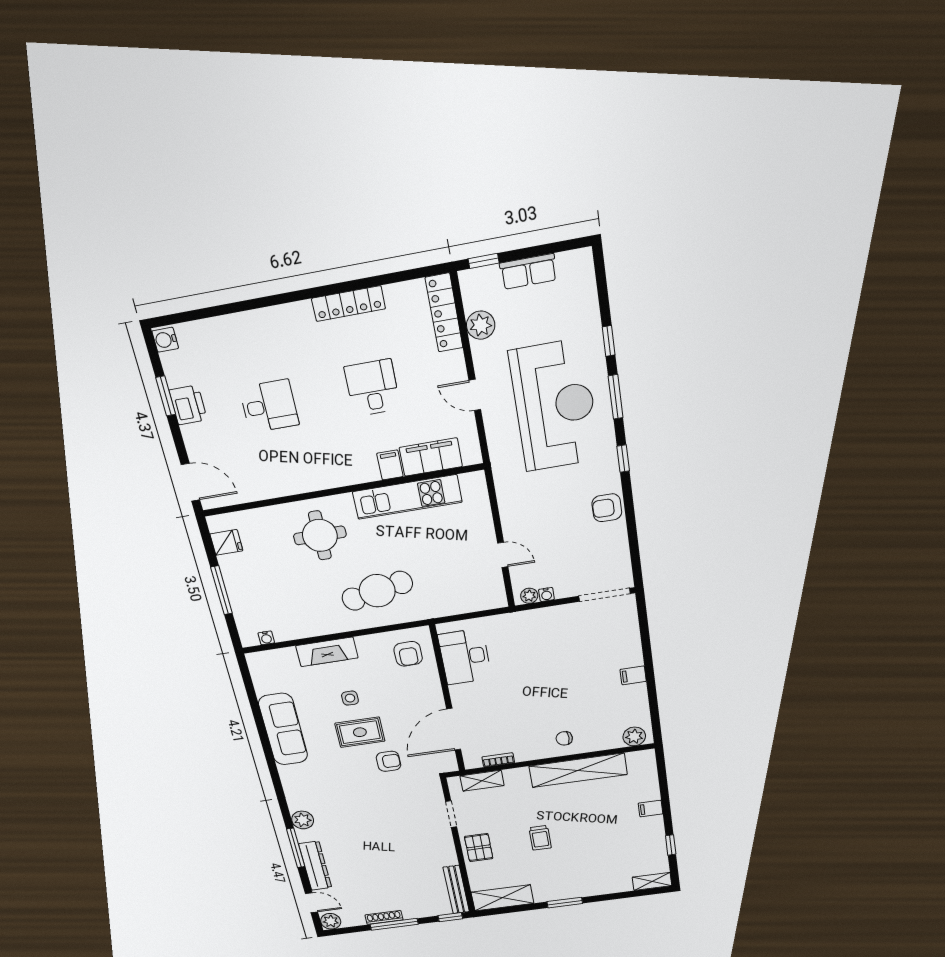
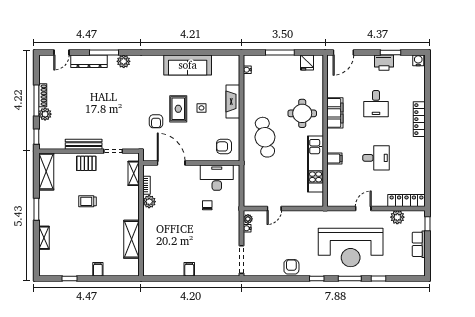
locker: (348, 304) -> (419, 119), moved
filing cabinet: (431, 457) -> (335, 113), moved
plant: (634, 736) -> (149, 202), moved
chair: (564, 738) -> (207, 205), moved
shelving: (578, 770) -> (132, 239), width x0.68
shelving: (652, 881) -> (44, 238), moved
bench: (456, 890) -> (84, 144), moved
plant: (331, 921) -> (45, 114), moved

